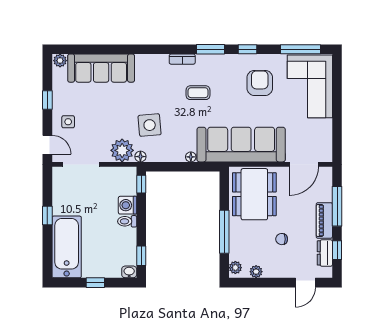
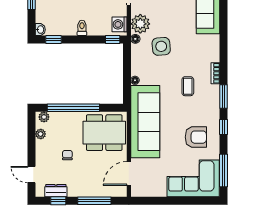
door: (304, 164) -> (129, 173), hinge flipped
washing machine: (128, 205) -> (119, 24), moved, turned -90
piano: (324, 220) -> (83, 190), removed
window: (224, 232) -> (73, 108), width x1.46

